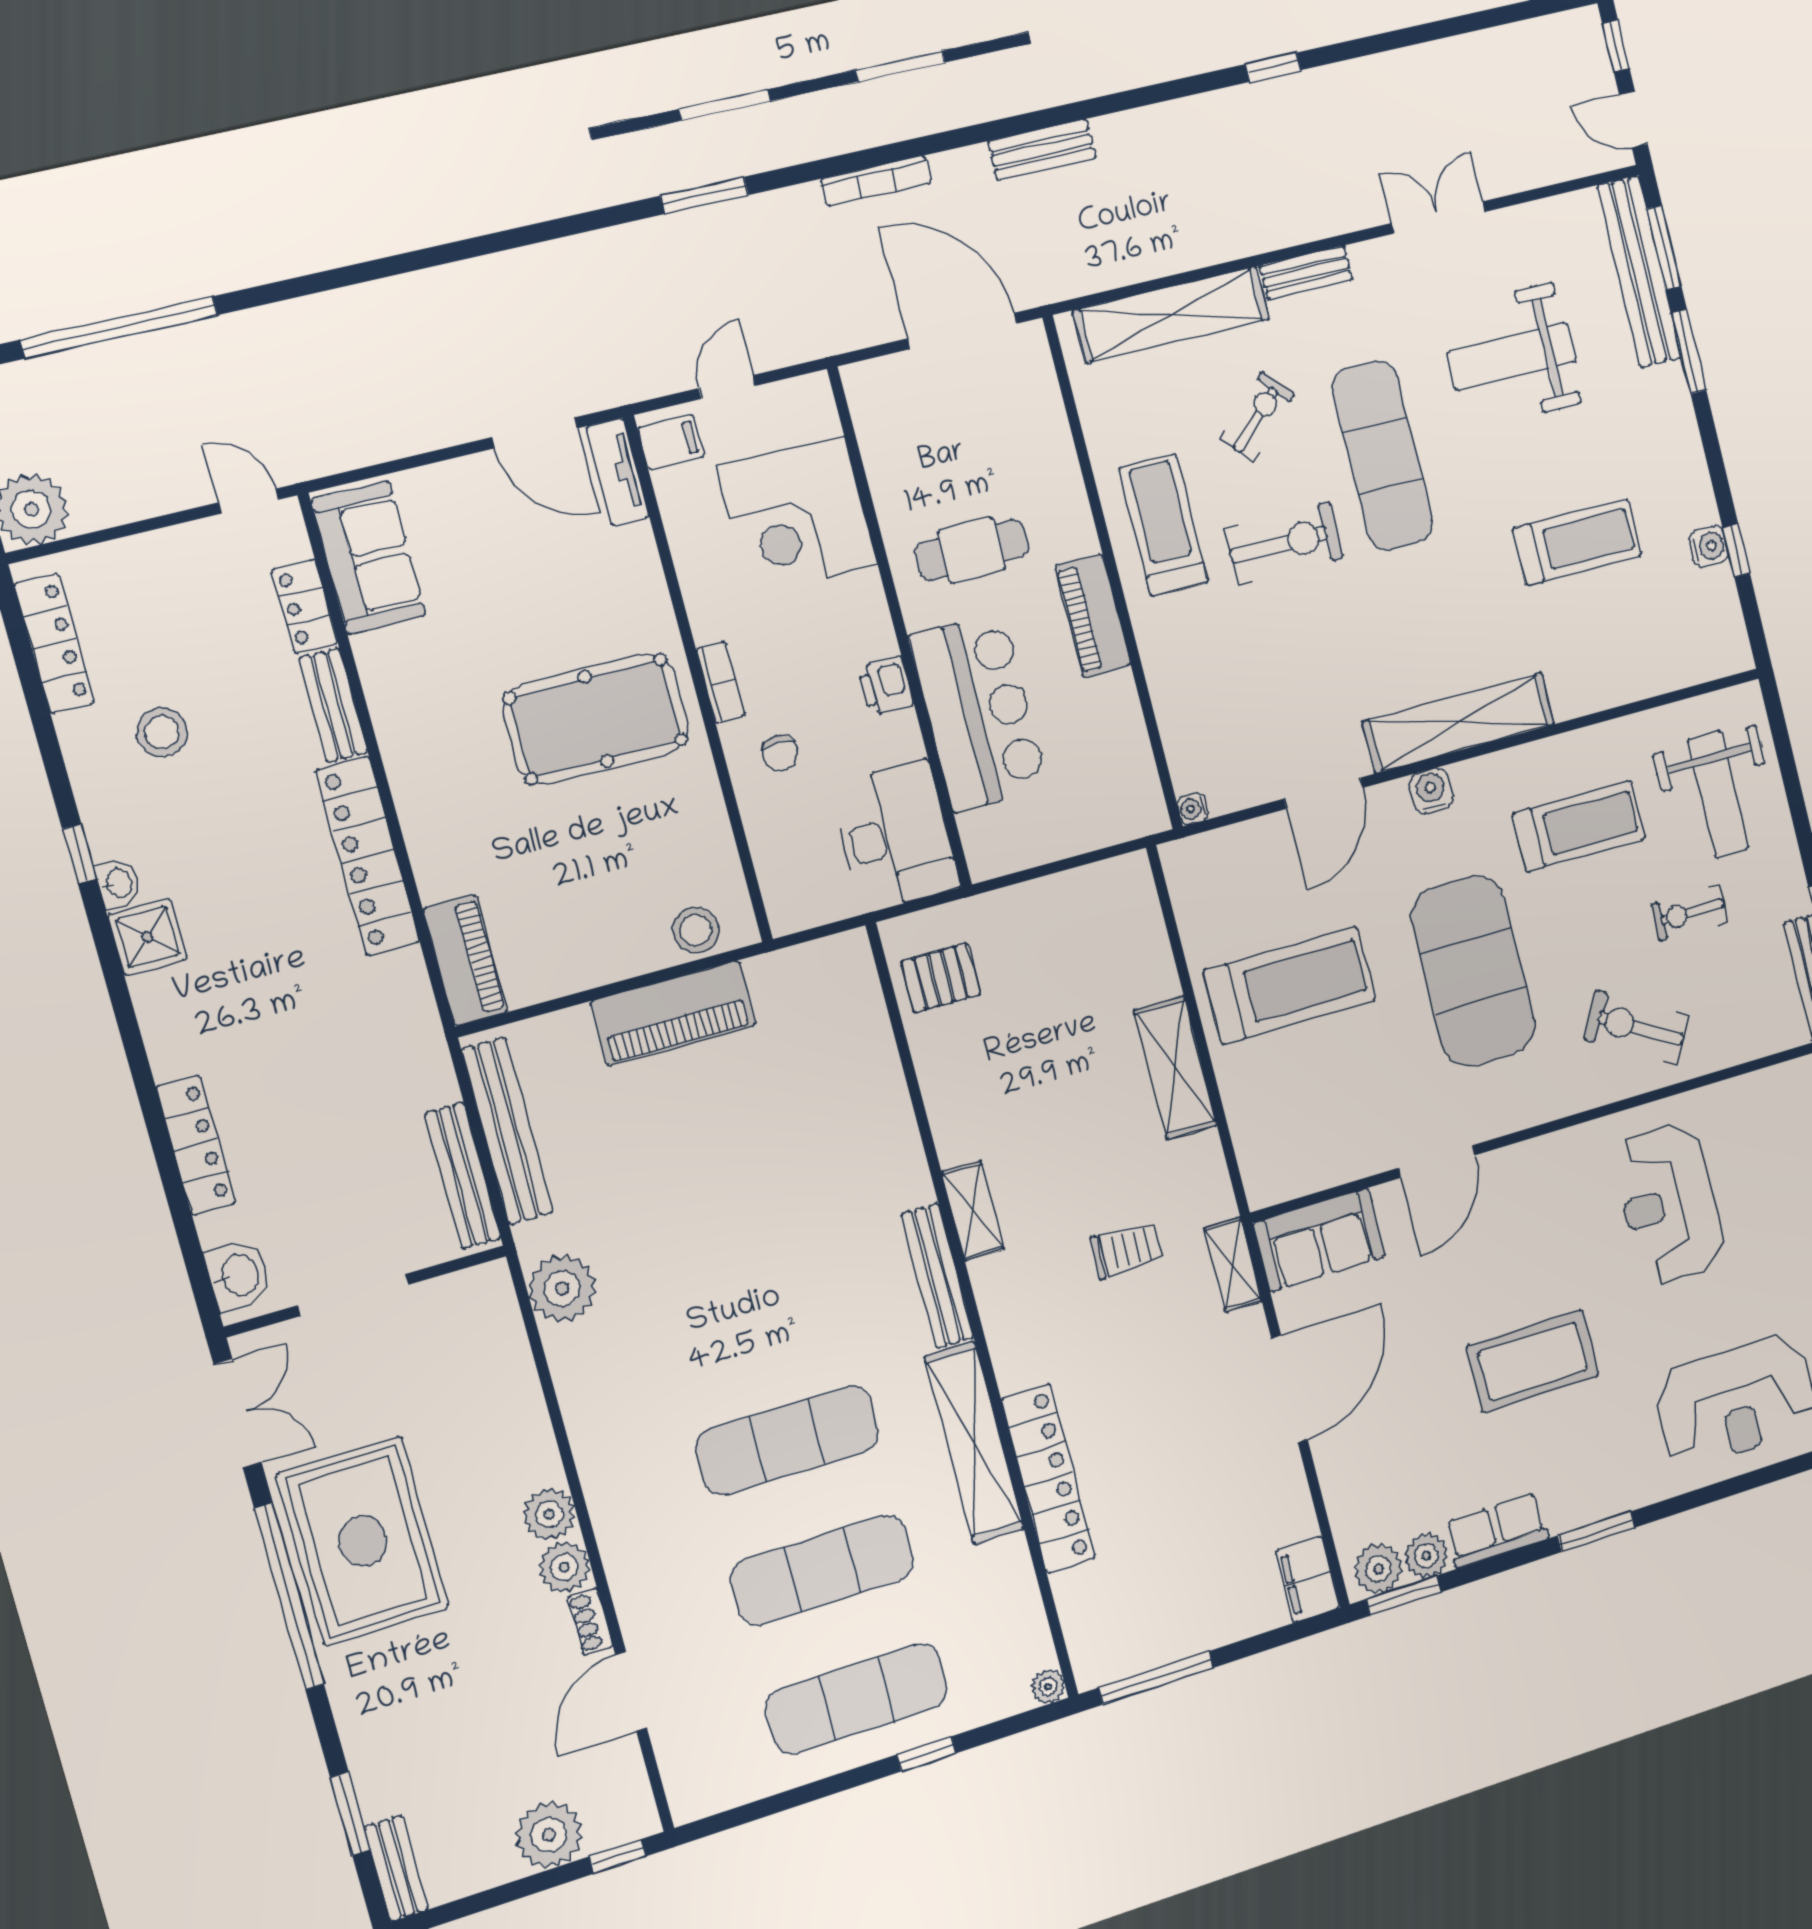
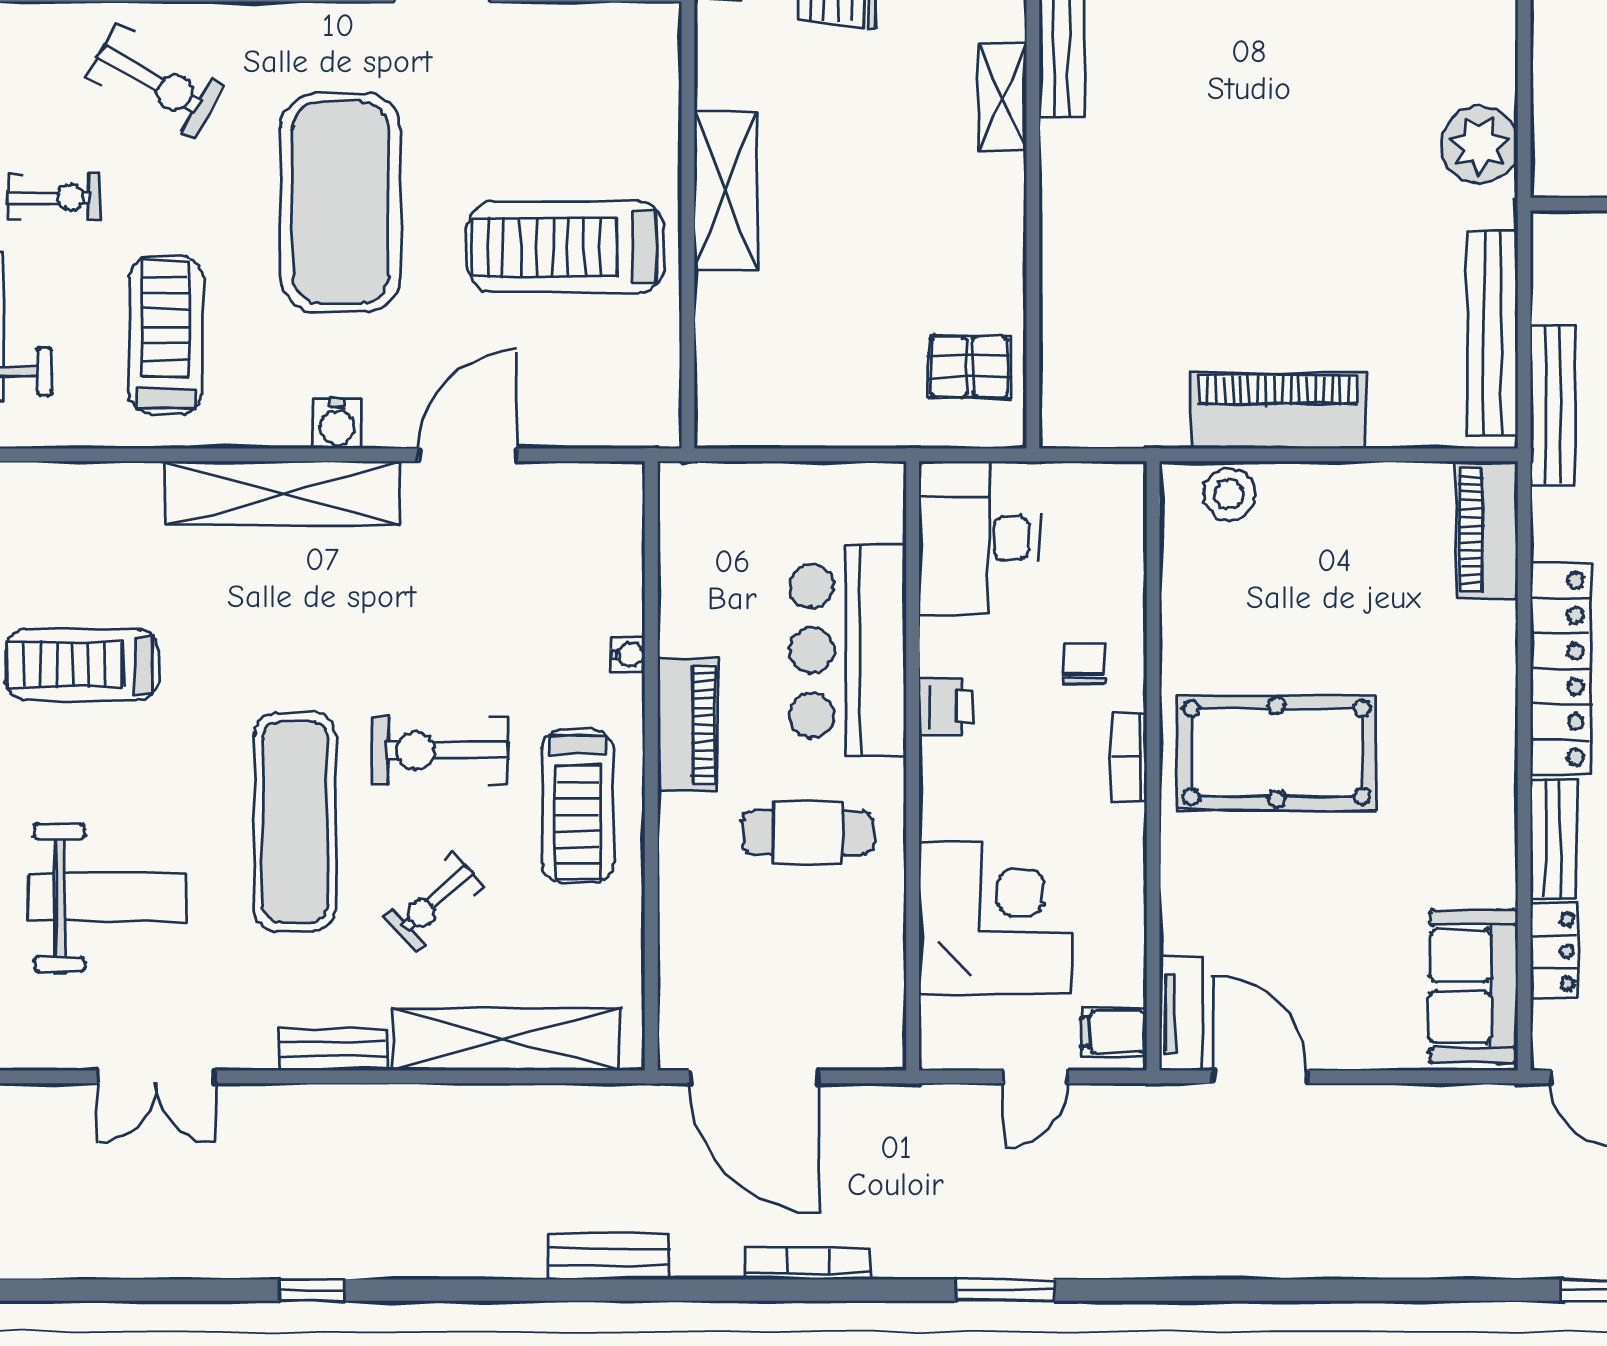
water cooler: (1193, 809) -> (628, 654), moved
treadmill: (1579, 826) -> (166, 335), turned 90
bench: (463, 1176) -> (1553, 405), moved

